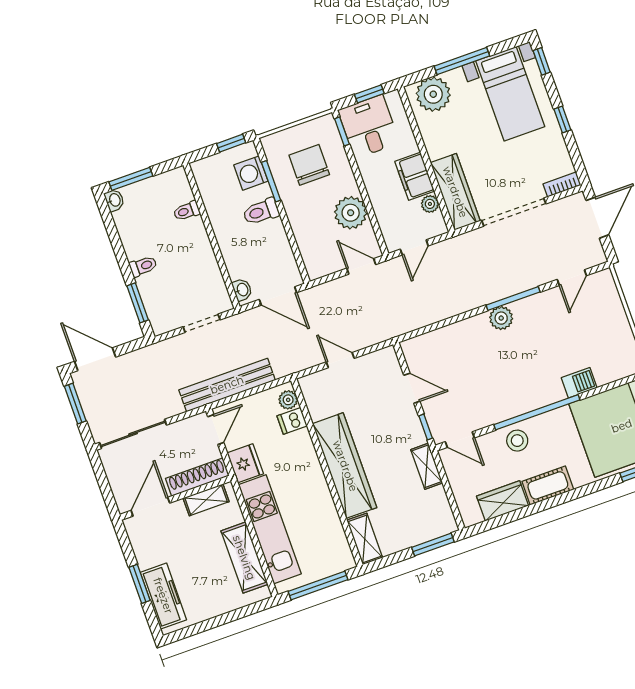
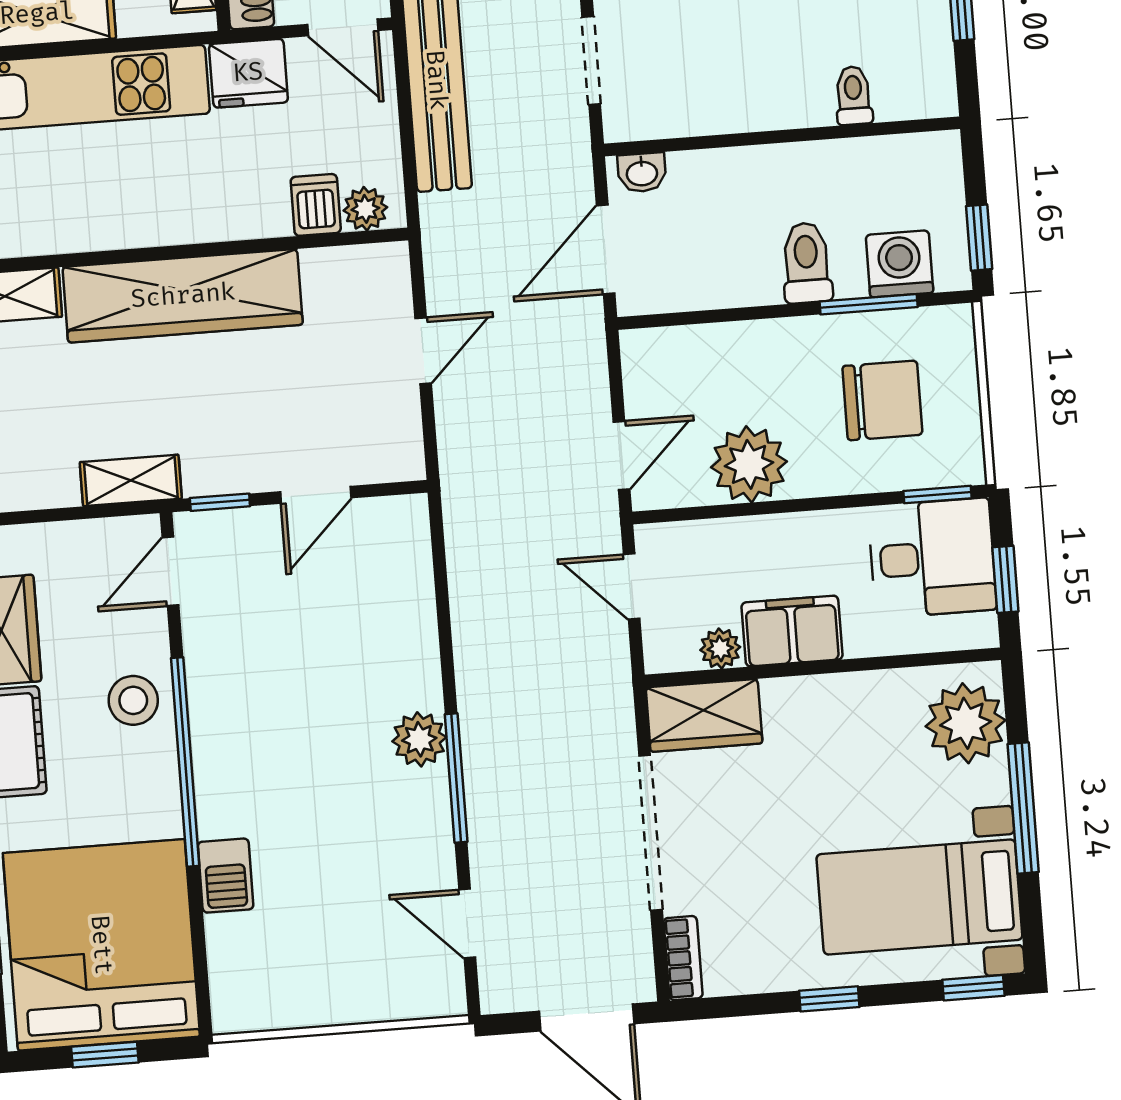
wardrobe: (455, 192) -> (704, 715), width x0.67

